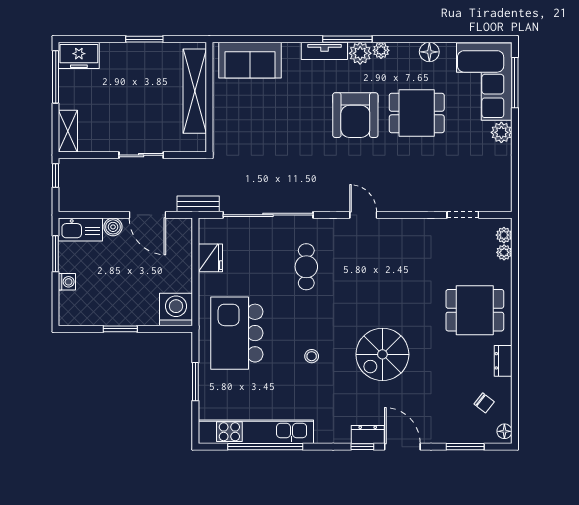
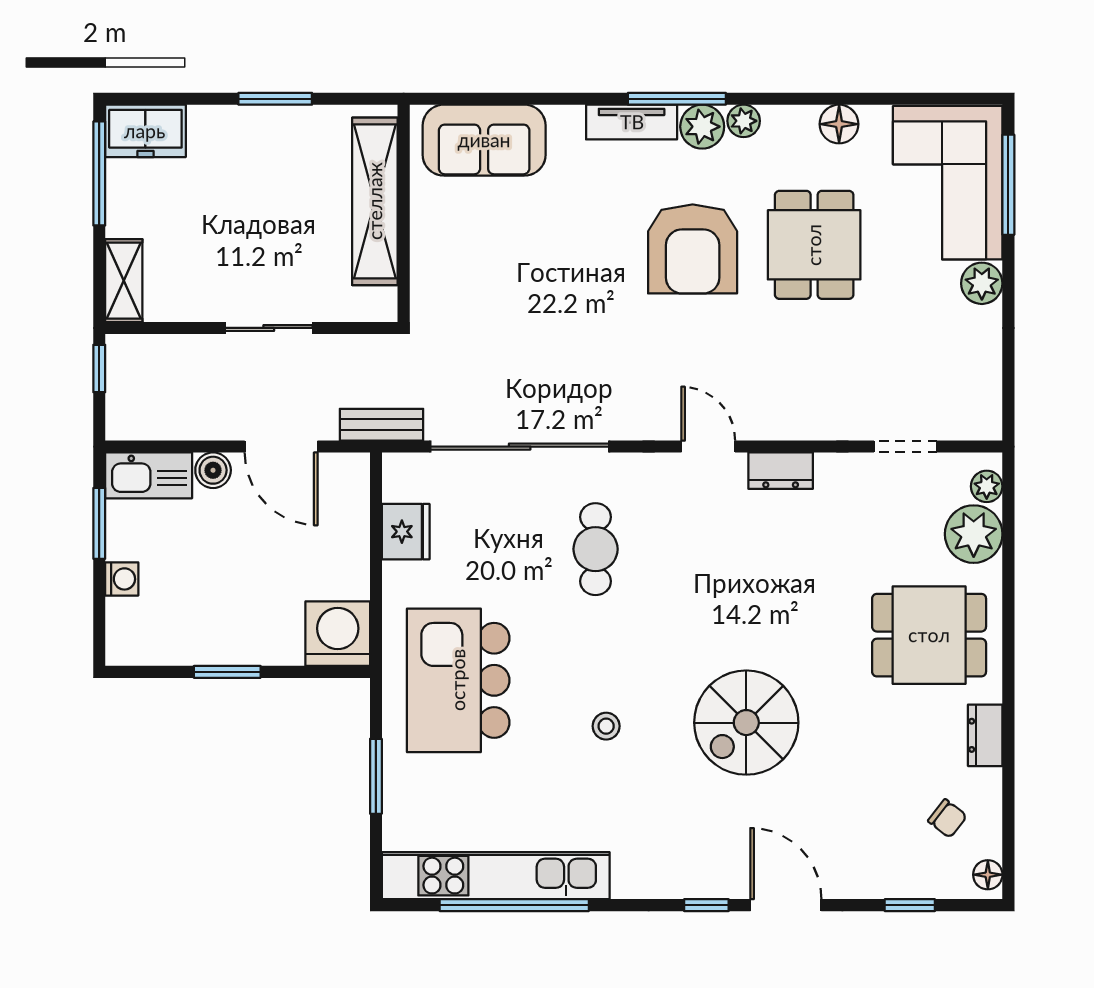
dining table: (417, 113) -> (814, 245), turned 90
plant: (504, 252) -> (974, 534), width x1.88, depth x1.88
dresser: (368, 434) -> (781, 471), moved, turned 180
window: (465, 447) -> (910, 905), width x0.67

